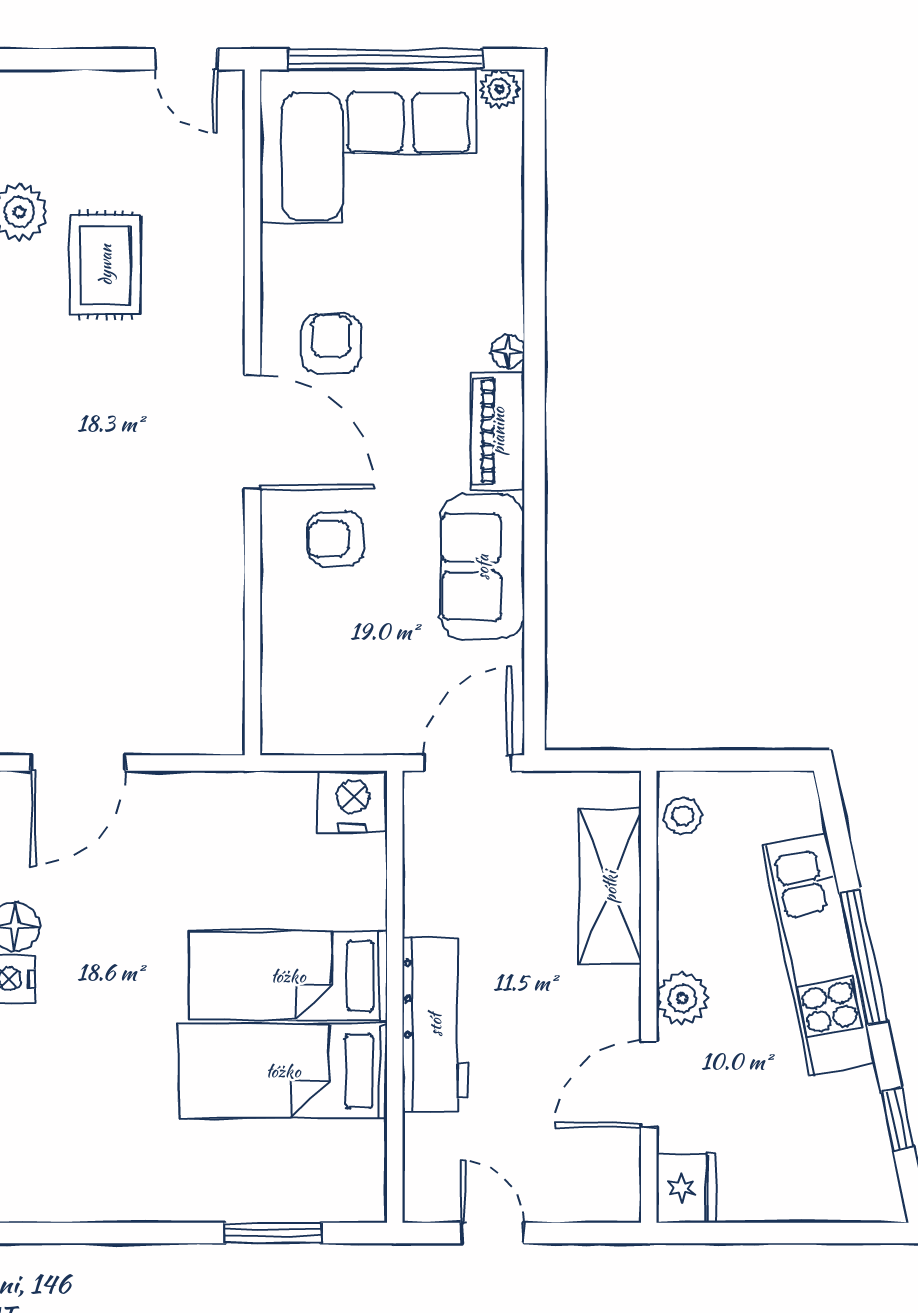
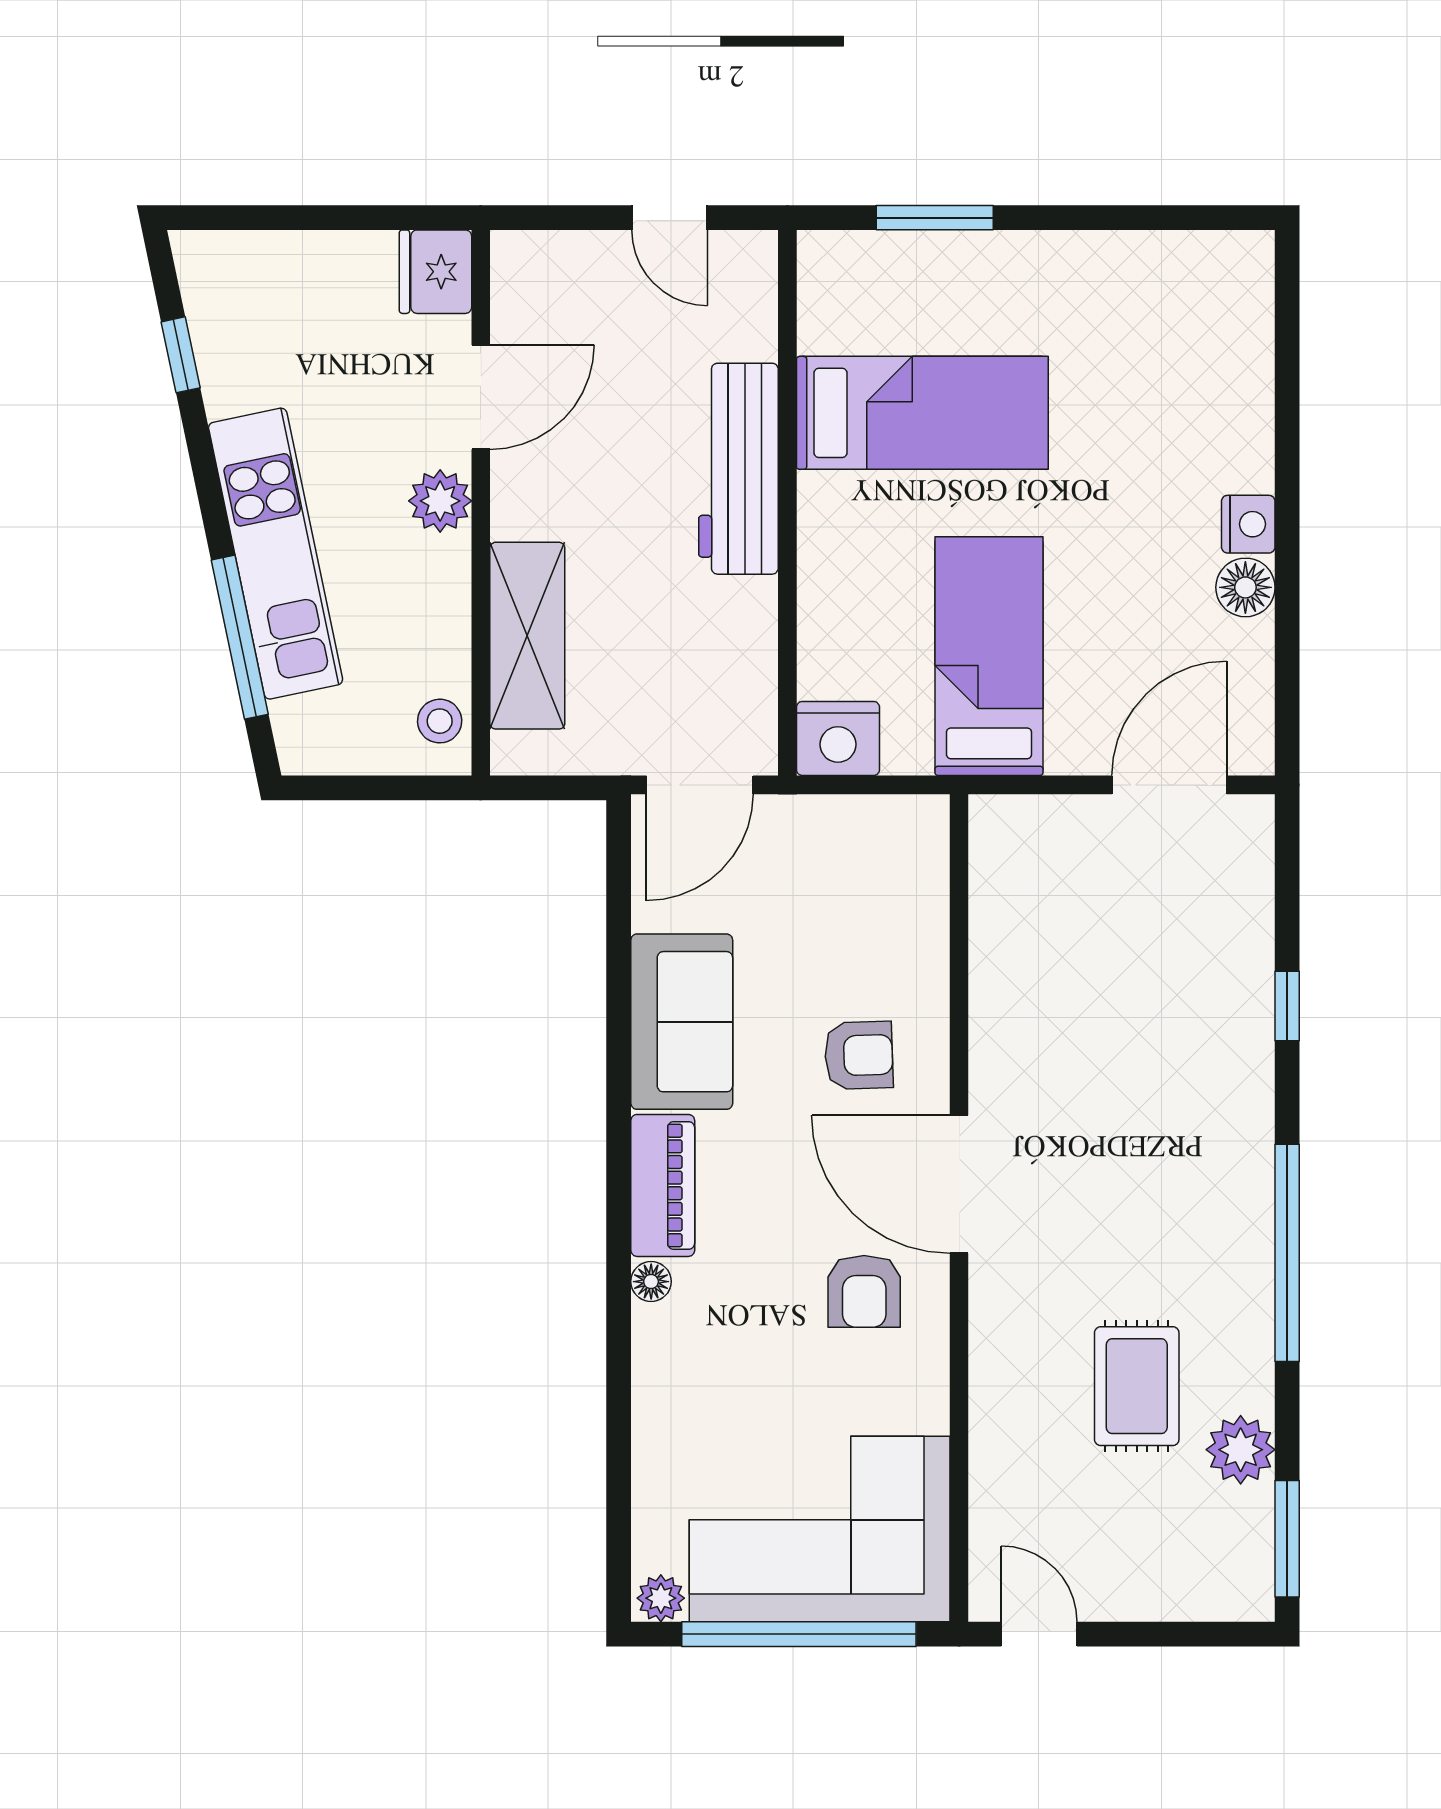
window: (863, 957) -> (240, 637), moved
bed: (288, 976) -> (989, 656), moved, turned -90

